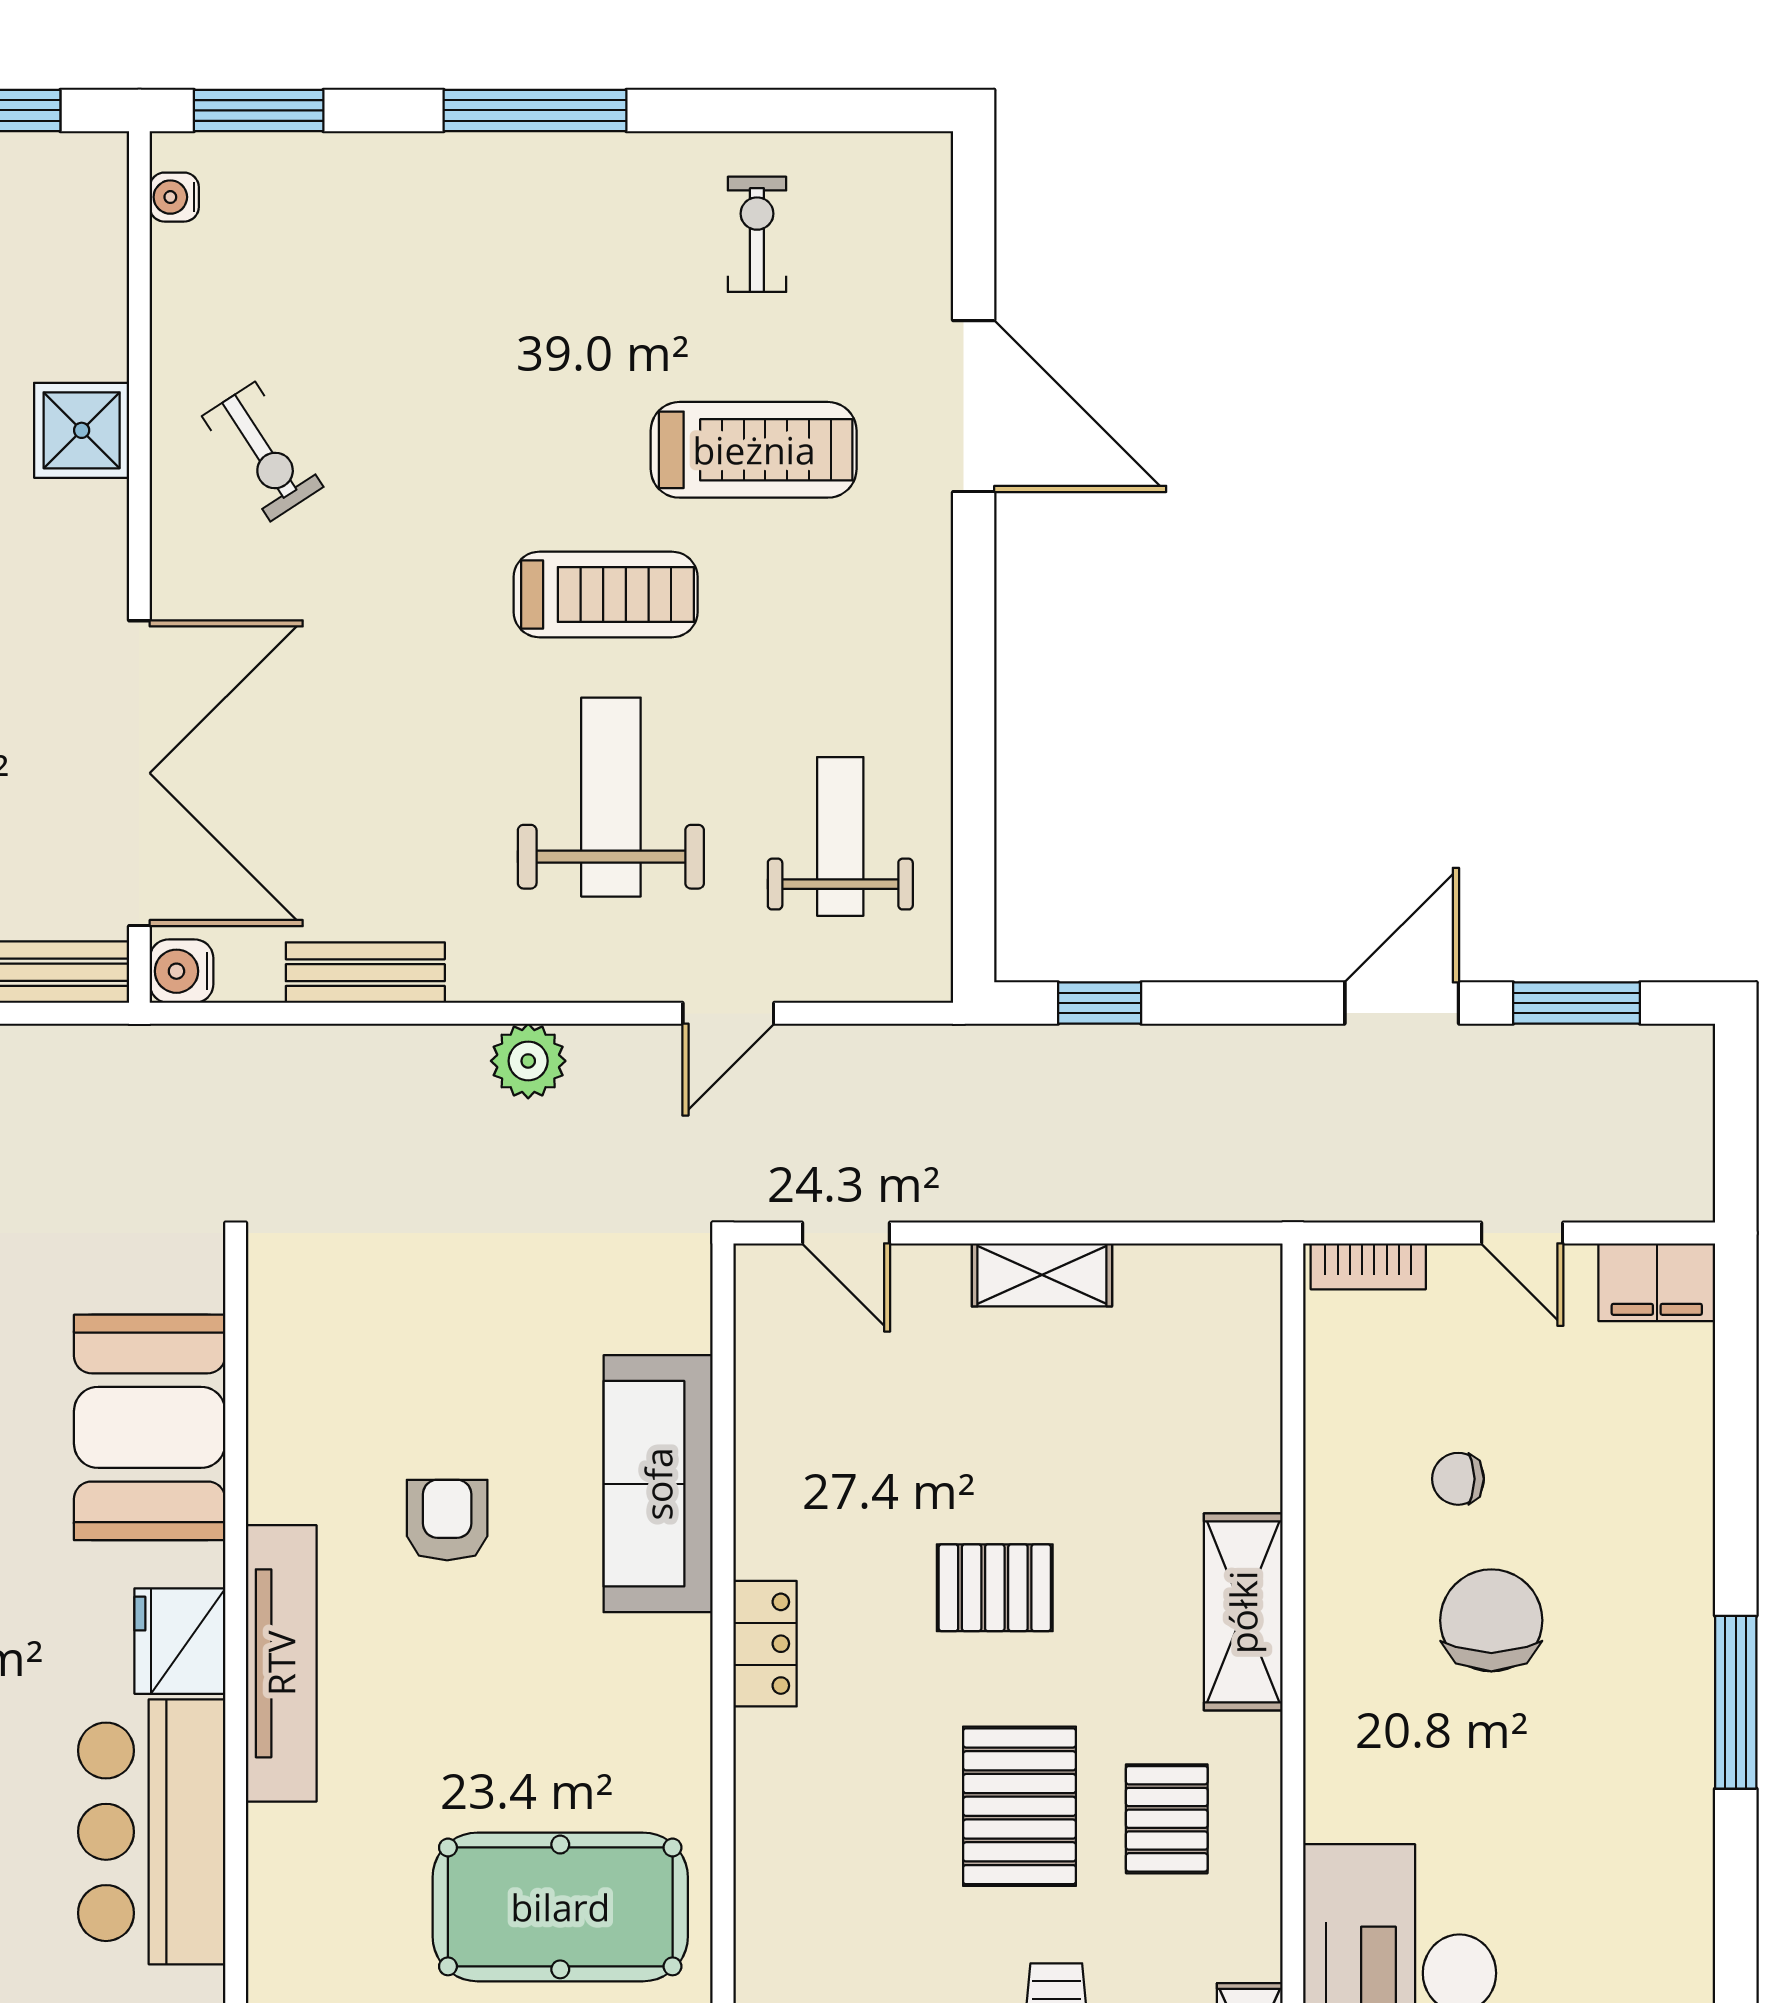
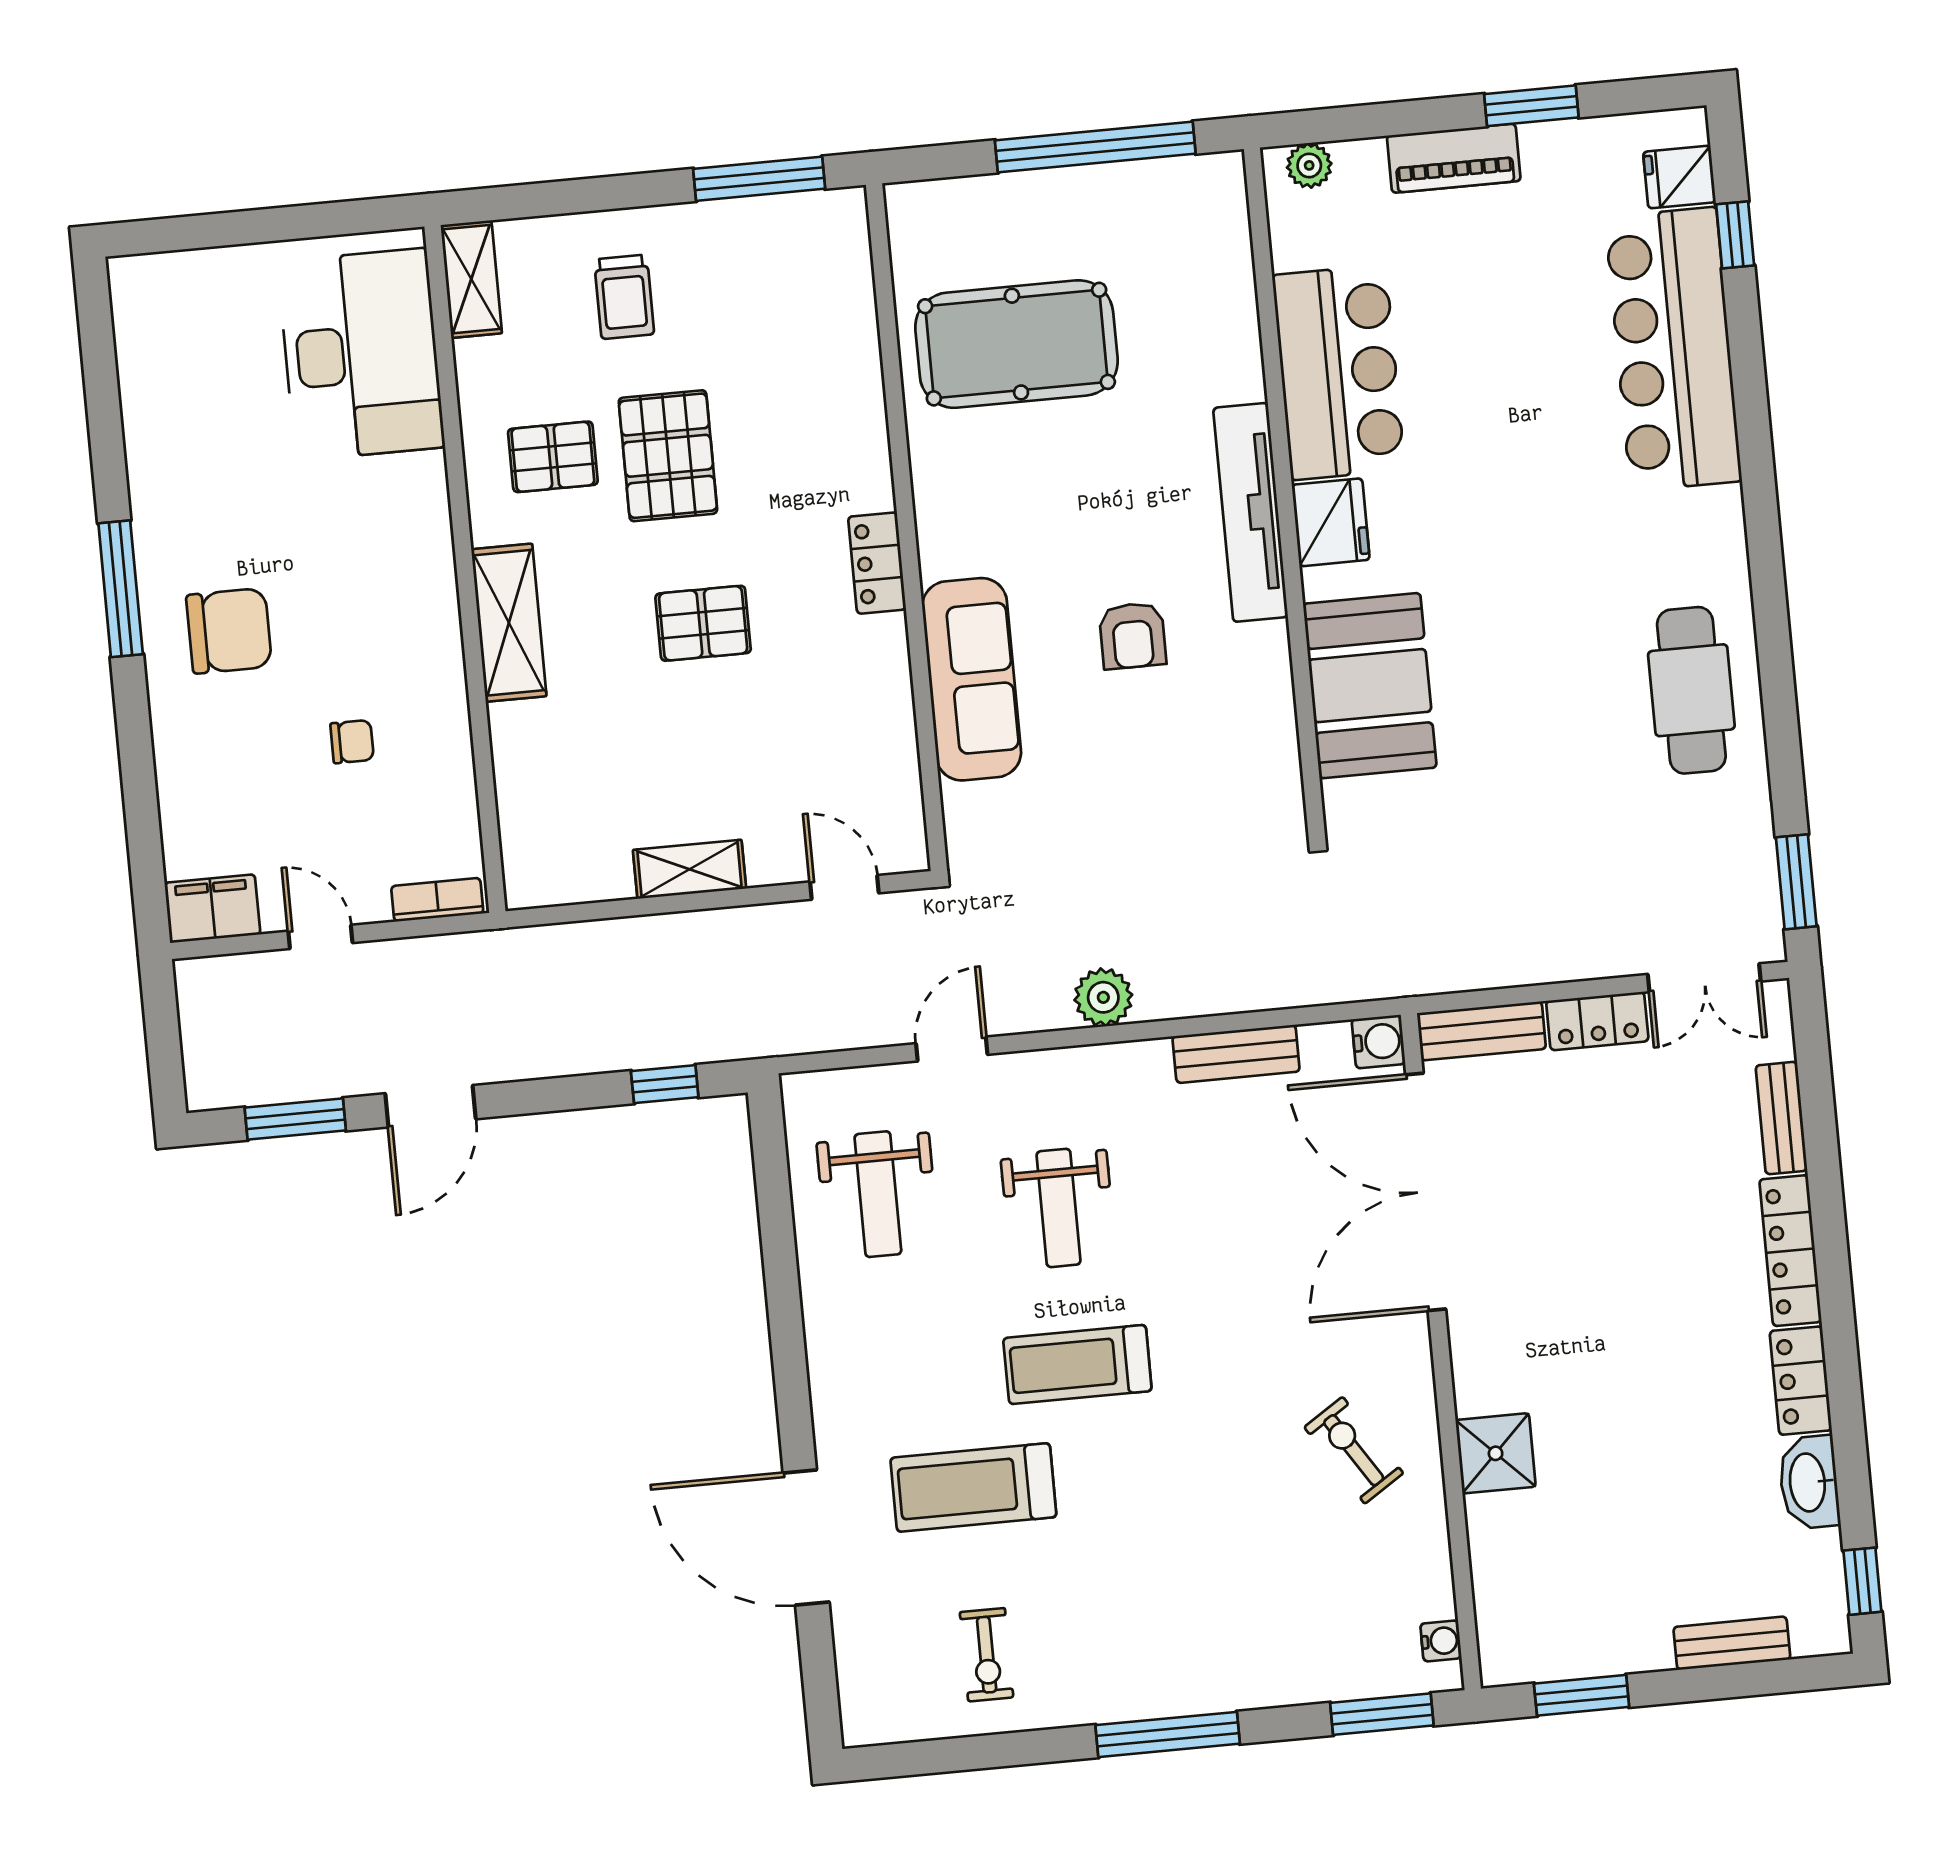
weight bench: (611, 797) -> (1059, 1208), width x0.73, depth x0.75
chair: (1491, 1620) -> (229, 631), moved, turned -90
pallet: (1167, 1819) -> (553, 457), turned 90

